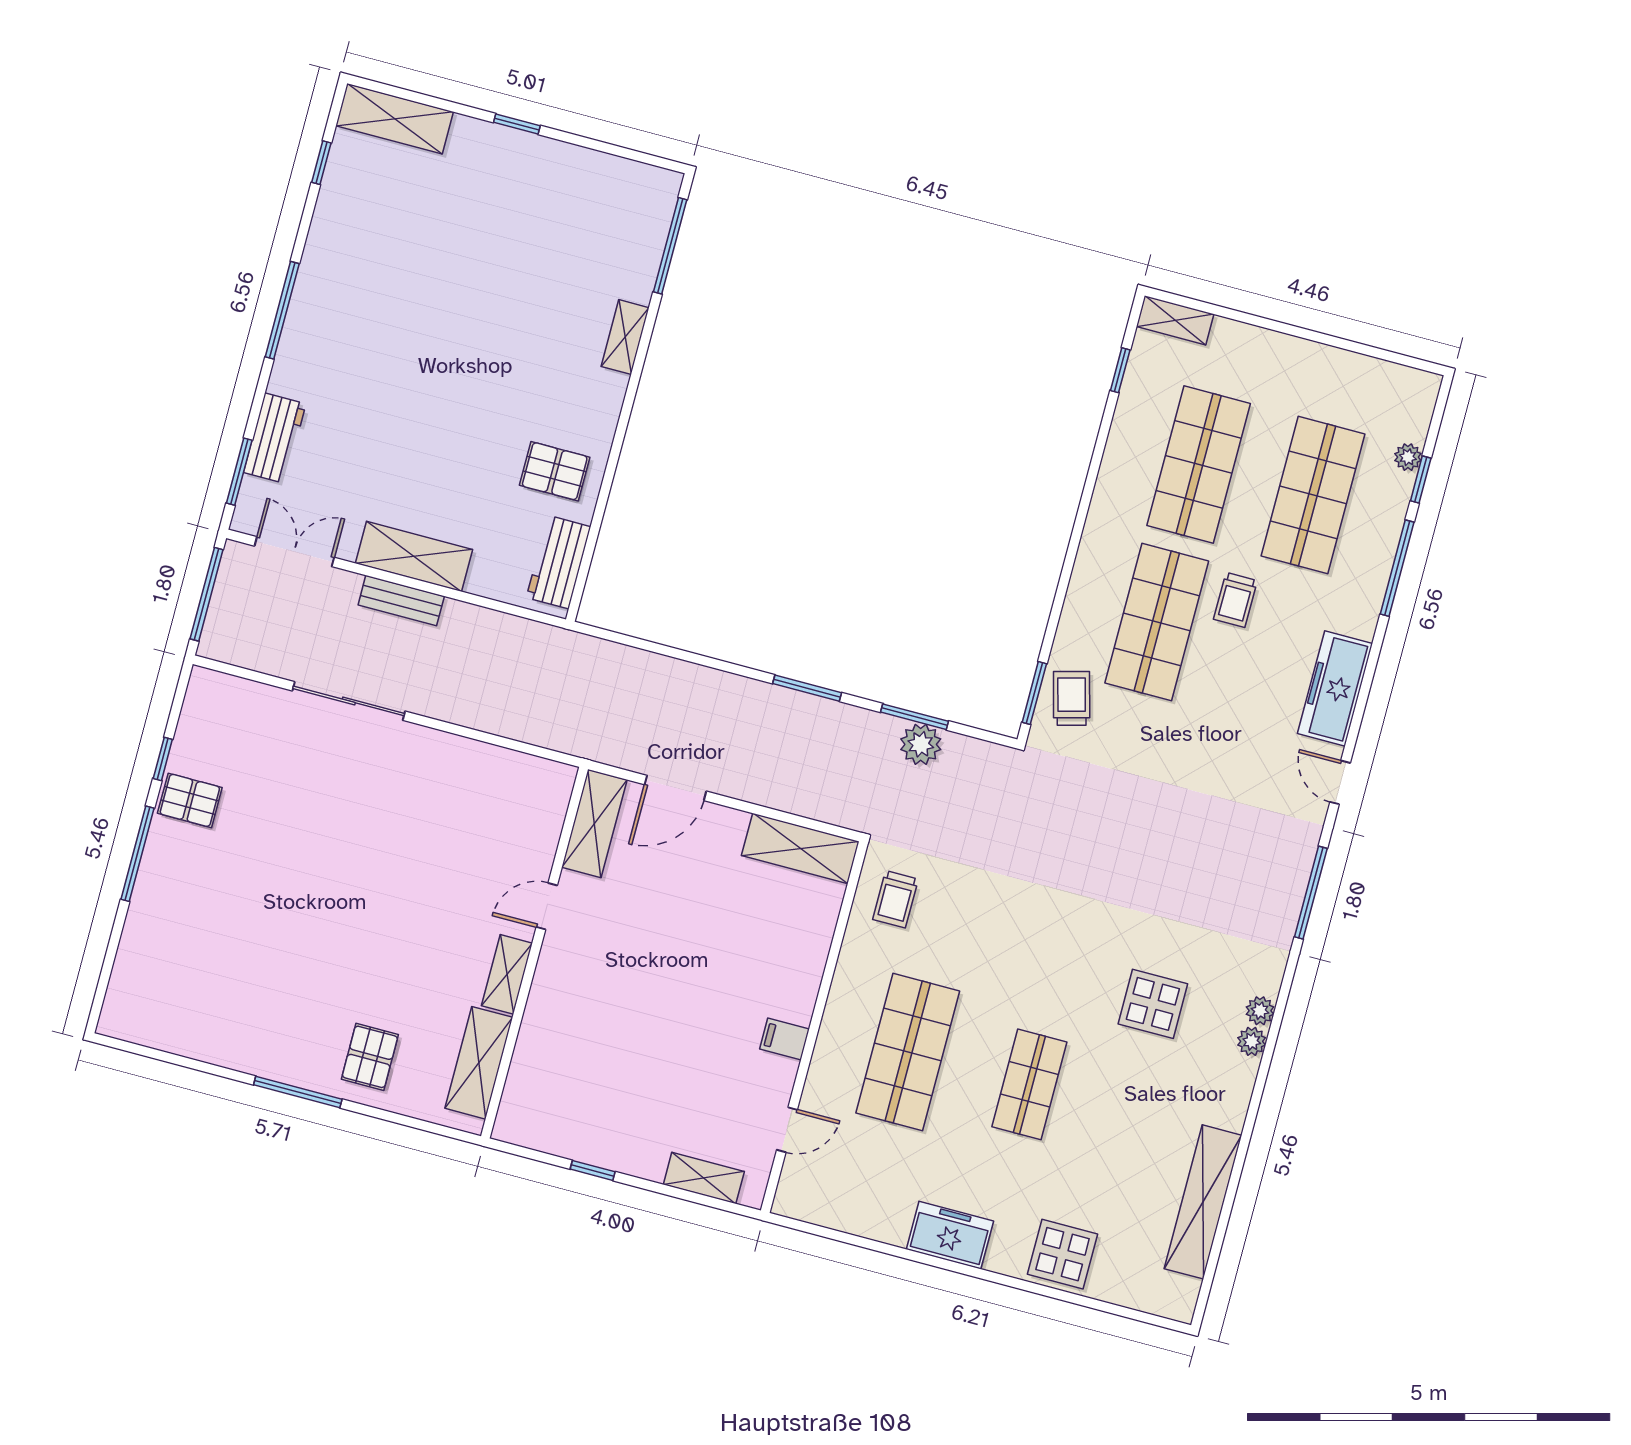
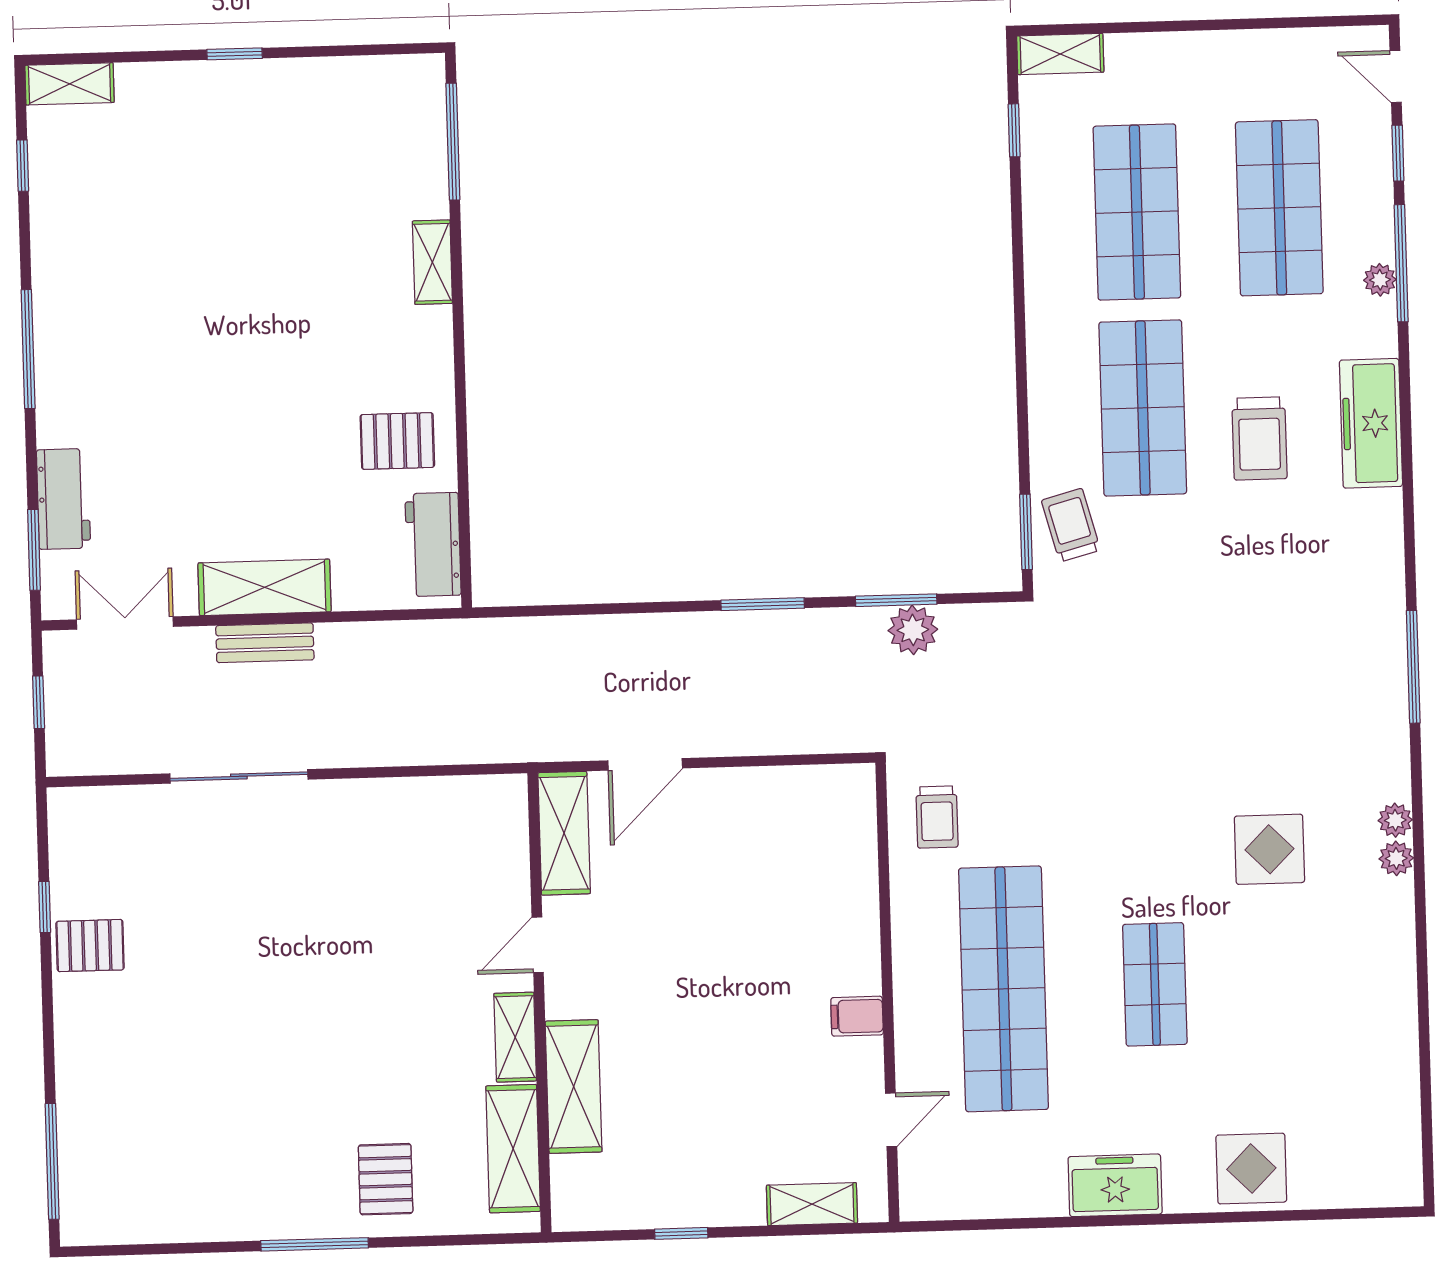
shelving: (395, 119) -> (70, 84), width x0.67, depth x0.75
plant: (1408, 457) -> (1380, 280), moved
window: (207, 594) -> (39, 702), width x0.46
trolley: (1235, 600) -> (1259, 438), moved, width x1.36, depth x1.39
door: (1340, 782) -> (1396, 76), moved
shelving: (800, 848) -> (574, 1087), moved, turned 90
window: (138, 854) -> (52, 1161), moved
shop shelf: (908, 1052) -> (1003, 989), width x1.40
shelving: (1203, 1202) -> (1395, 1060), removed

